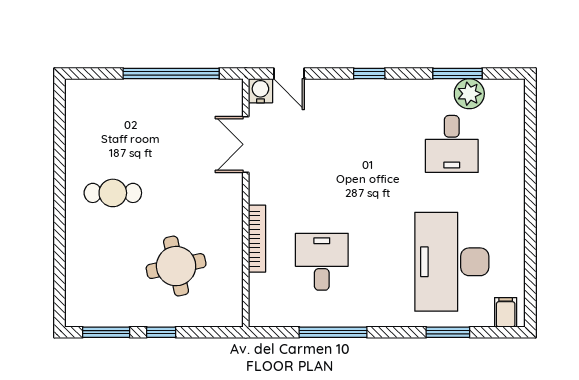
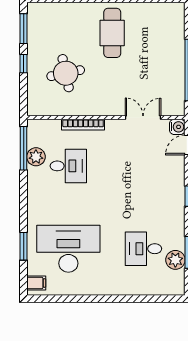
cafe table: (113, 193) -> (112, 33), width x1.37, depth x1.35
plant: (307, 313) -> (36, 157), added
window: (333, 332) -> (24, 148), moved

